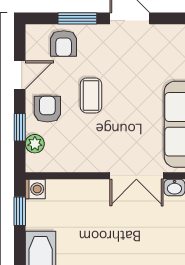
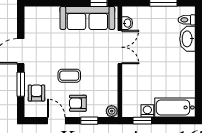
armchair: (64, 44) -> (36, 93), turned -90
plant: (35, 144) -> (112, 111), moved
washing machine: (35, 189) -> (147, 111), moved

